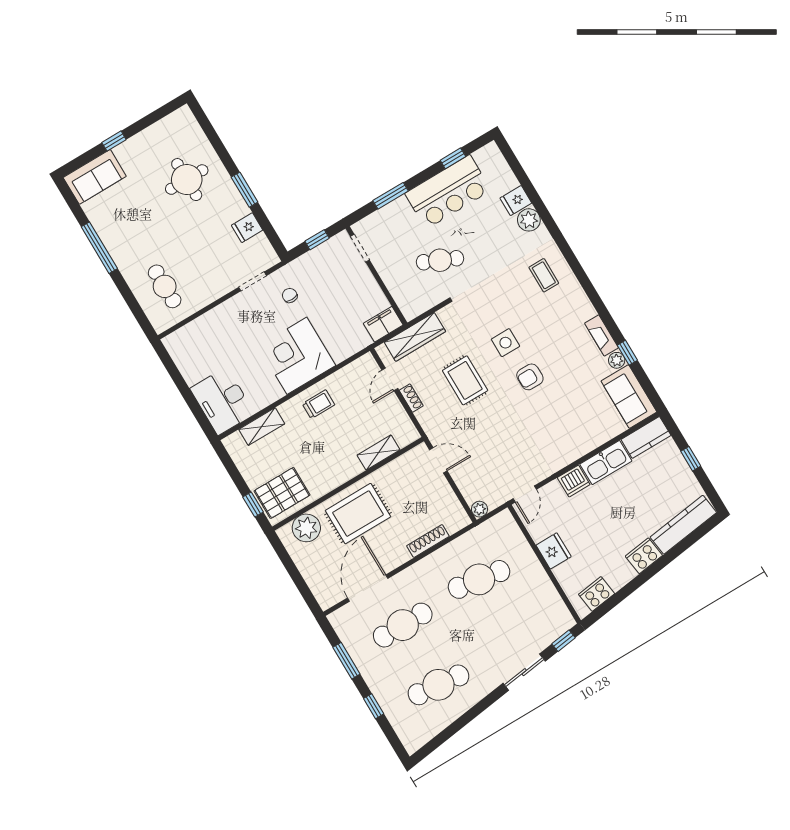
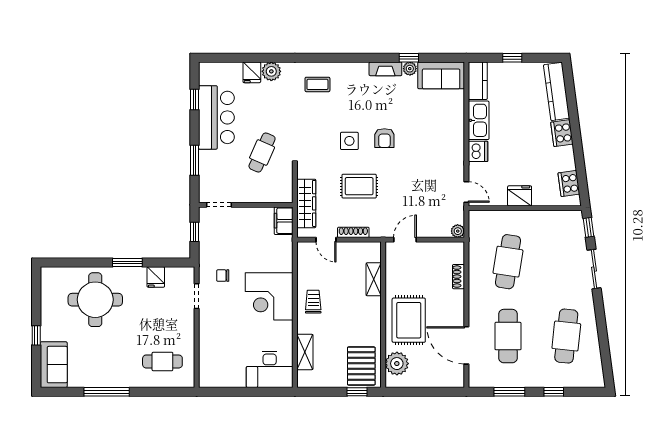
round table: (187, 180) -> (95, 300), width x1.36, depth x1.36
shoe rack: (411, 398) -> (353, 232), width x1.43
shoe rack: (428, 541) -> (458, 277), width x0.70

